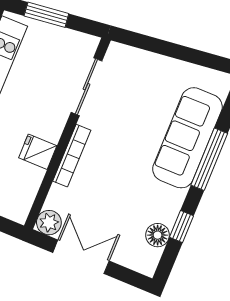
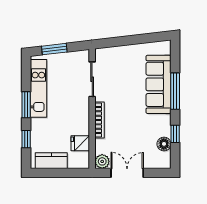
fridge: (38, 152) -> (80, 143), moved

